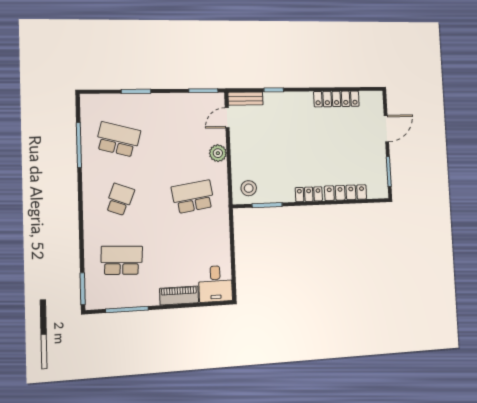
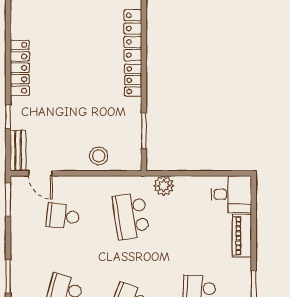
locker: (336, 99) -> (20, 68), moved
school desk: (191, 138) -> (63, 216), added
plant: (218, 153) -> (164, 186), moved
stool: (249, 188) -> (99, 156), moved

